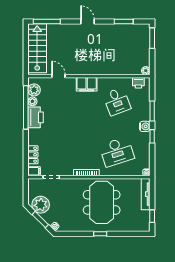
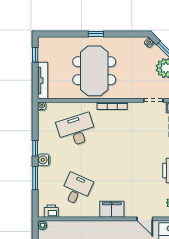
desk: (117, 101) -> (76, 189), turned 45

